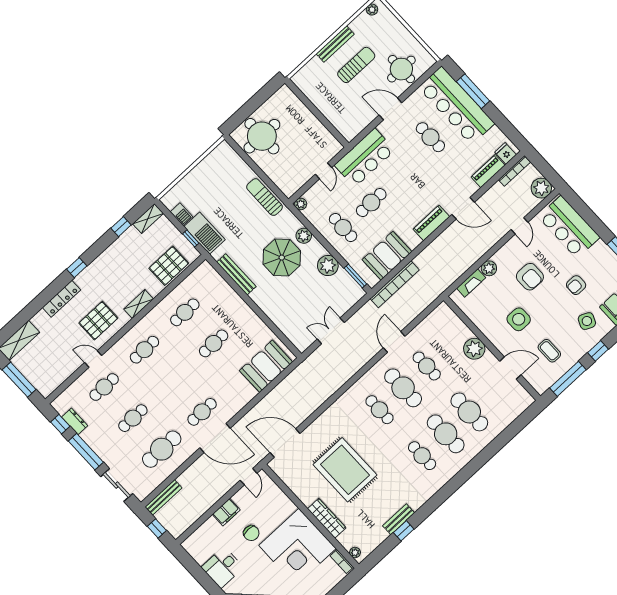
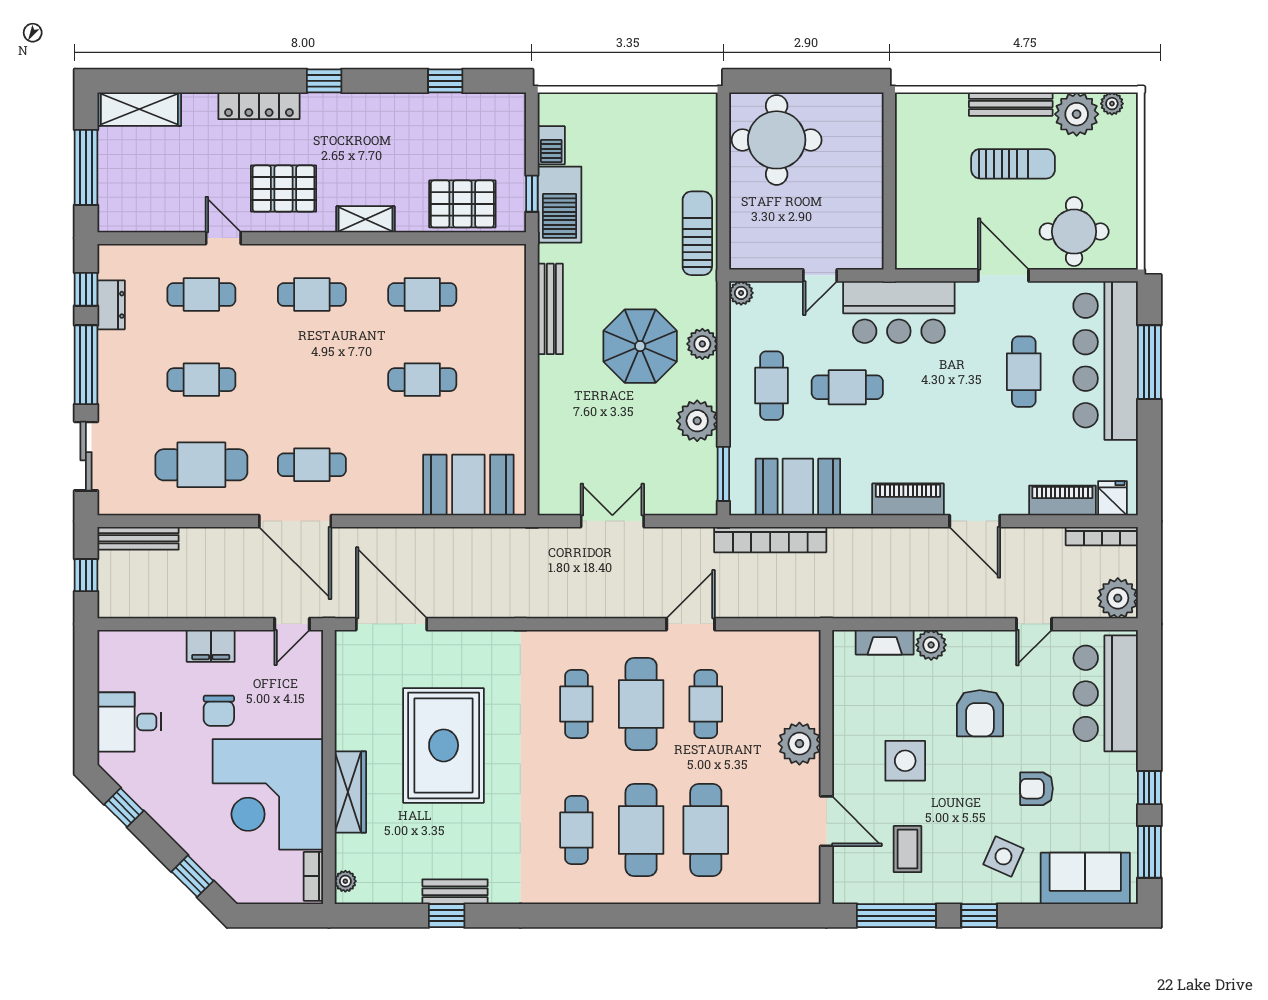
plant: (363, 25) -> (1077, 114), added
shelving: (148, 219) -> (496, 106), removed

